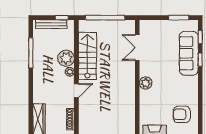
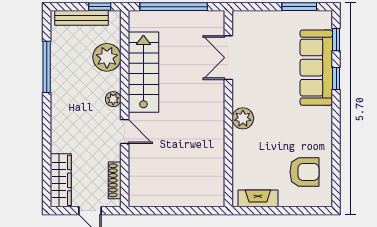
plant: (66, 58) -> (107, 57), moved
door: (76, 91) -> (125, 131), hinge flipped
armchair: (182, 114) -> (304, 172), turned 180

